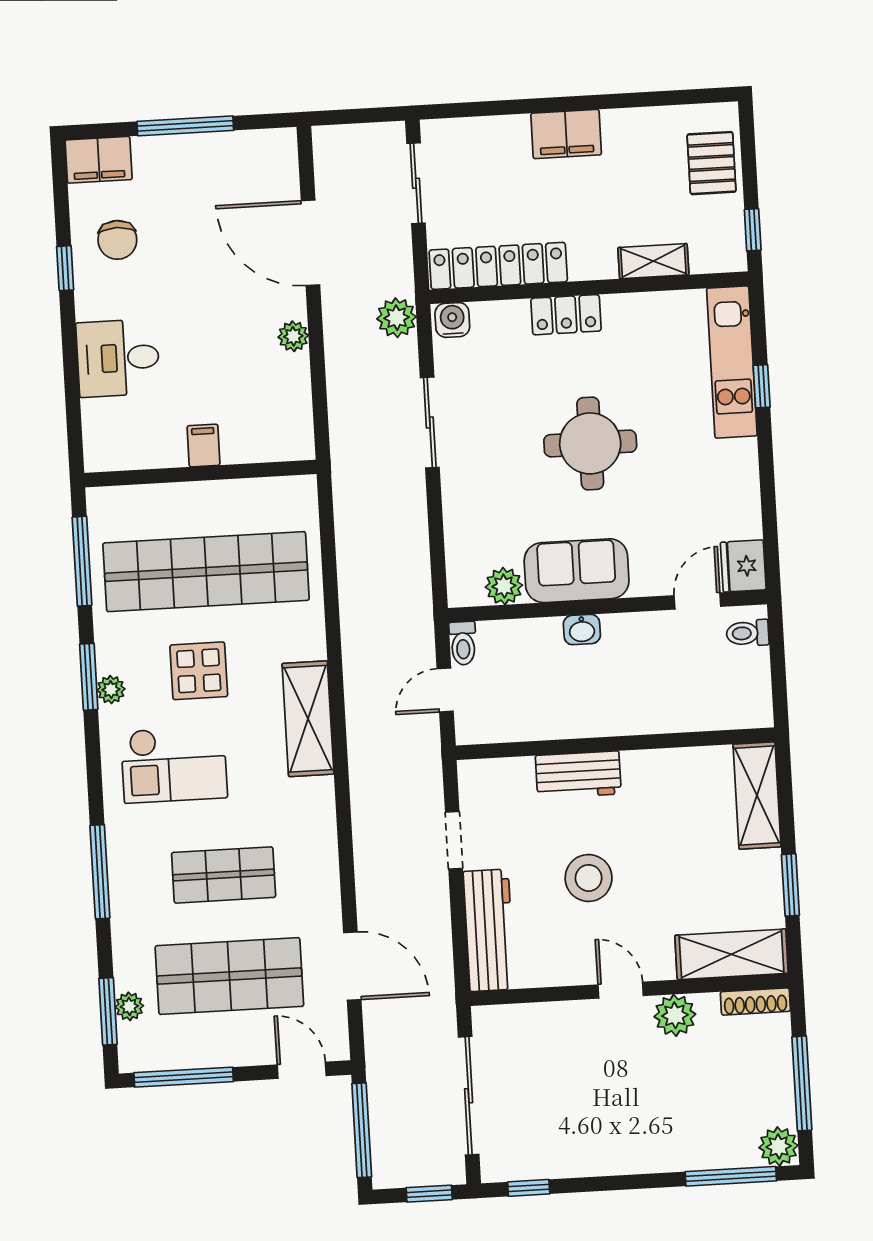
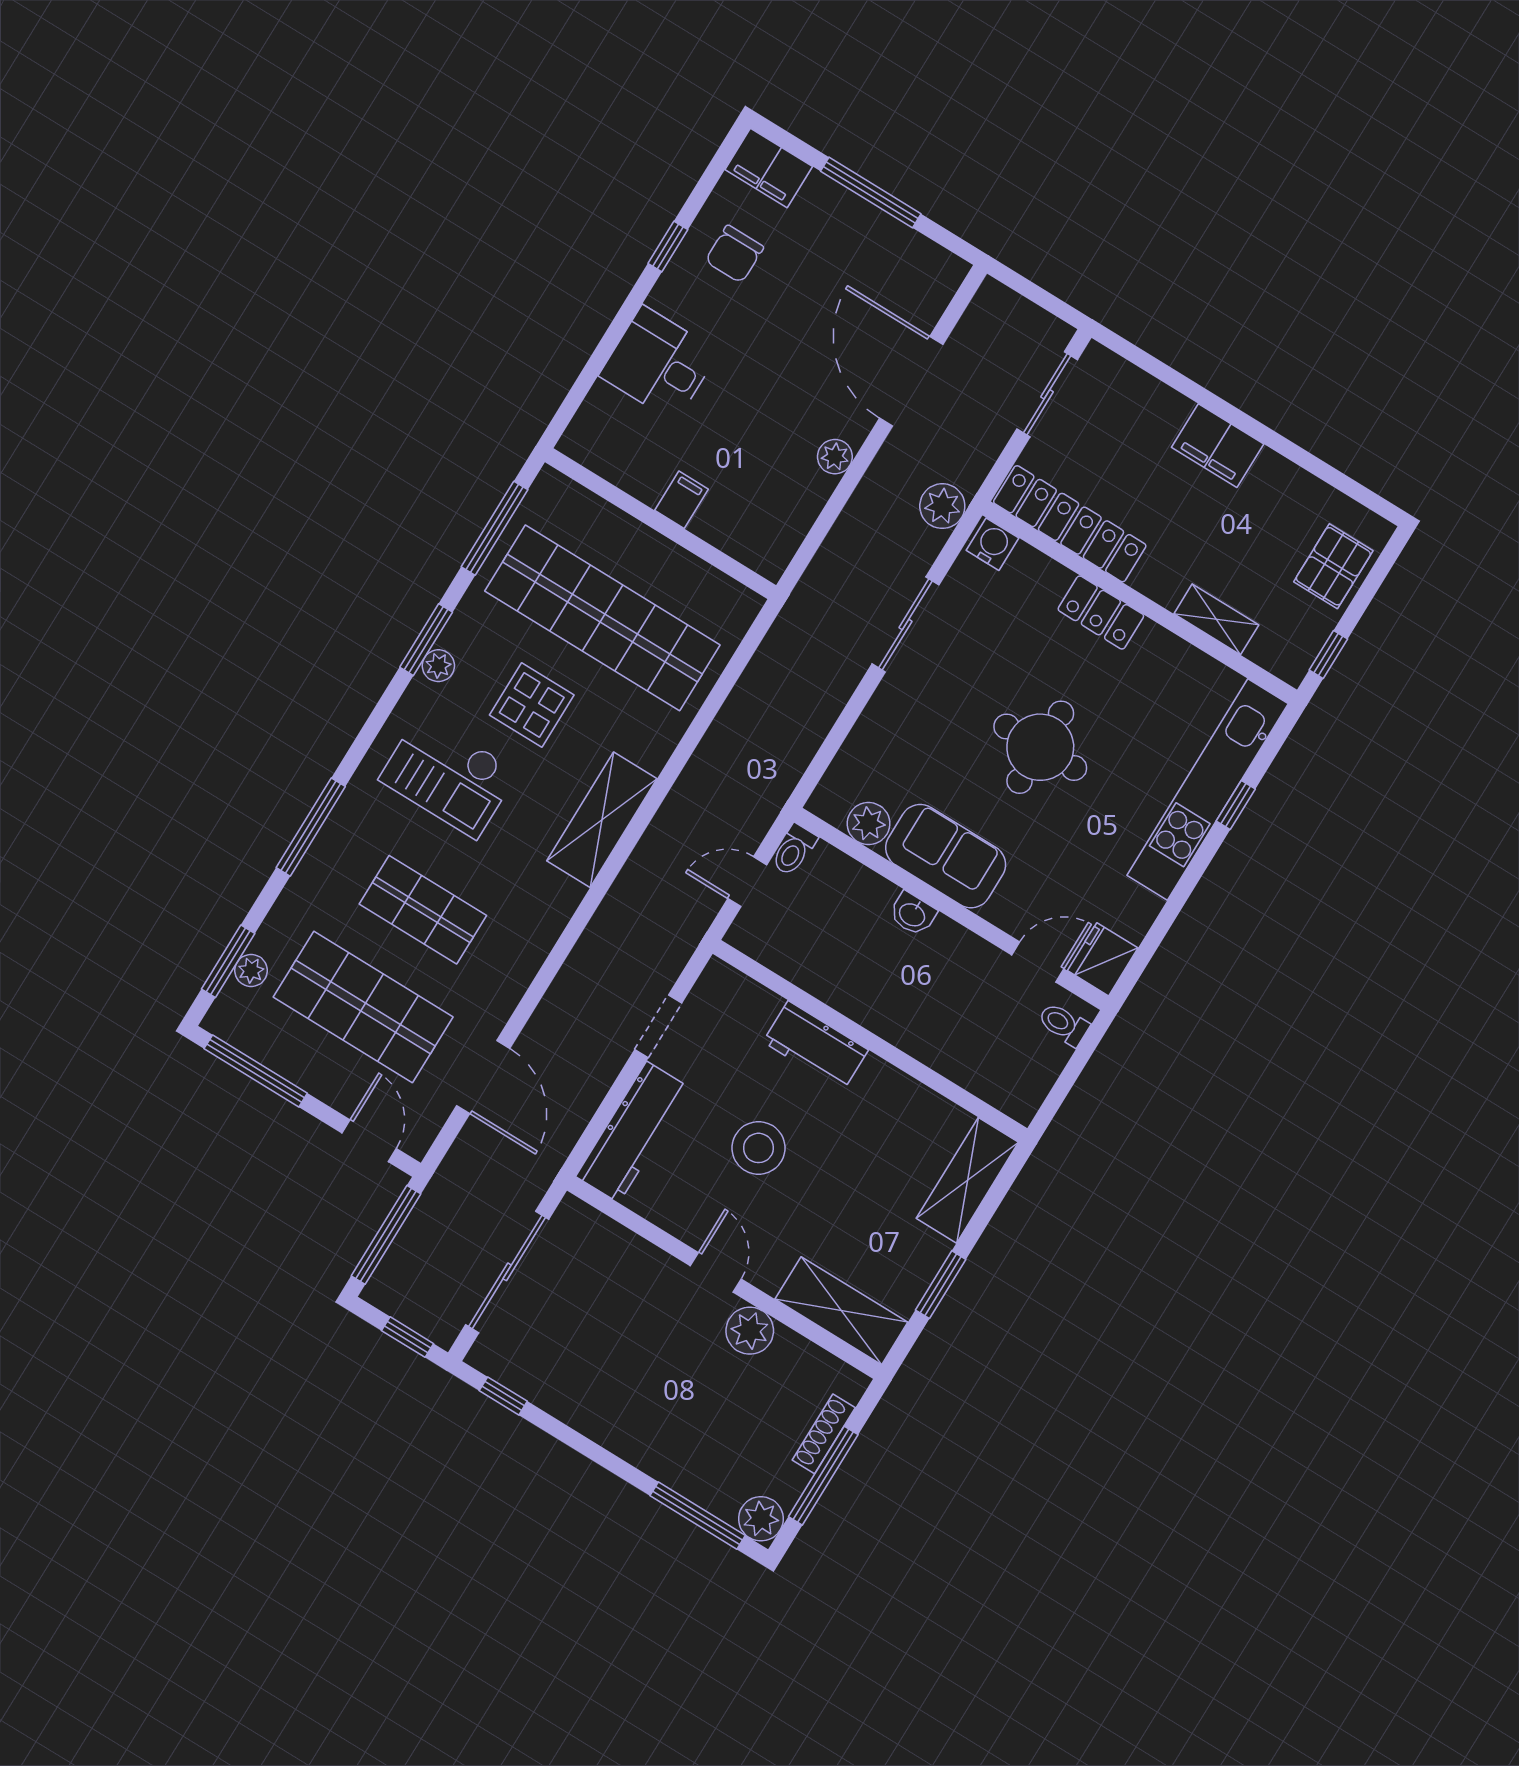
kitchen unit: (732, 362) -> (1208, 790), width x1.36
shoe rack: (755, 1001) -> (824, 1434), moved, turned 90

